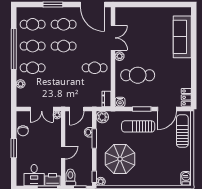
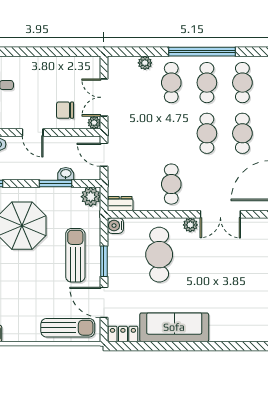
sofa: (182, 37) -> (174, 327), moved
chair: (23, 131) -> (65, 110), moved
window: (14, 148) -> (40, 52), removed

